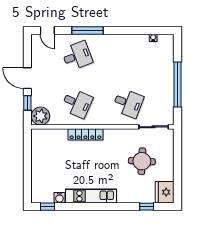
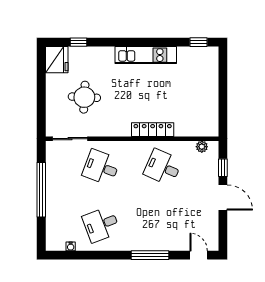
desk: (77, 56) -> (101, 224), moved
plant: (40, 116) -> (202, 147), width x0.53, depth x0.53
water cooler: (59, 198) -> (184, 53), removed

